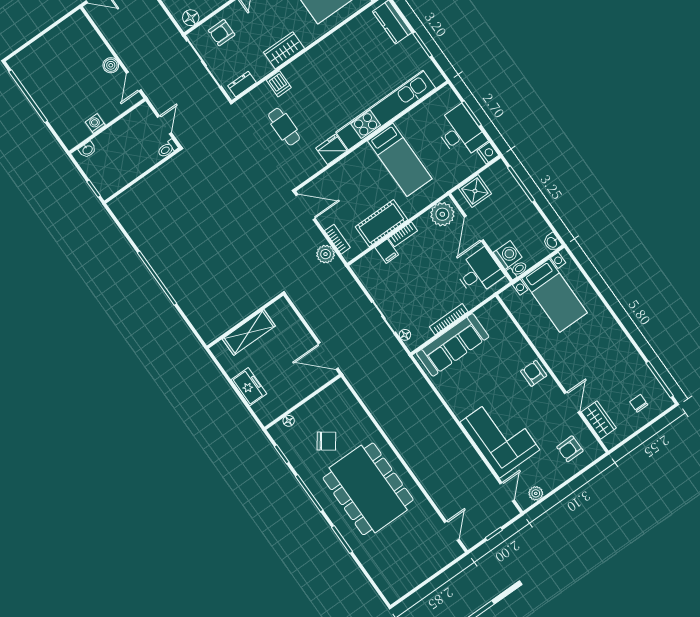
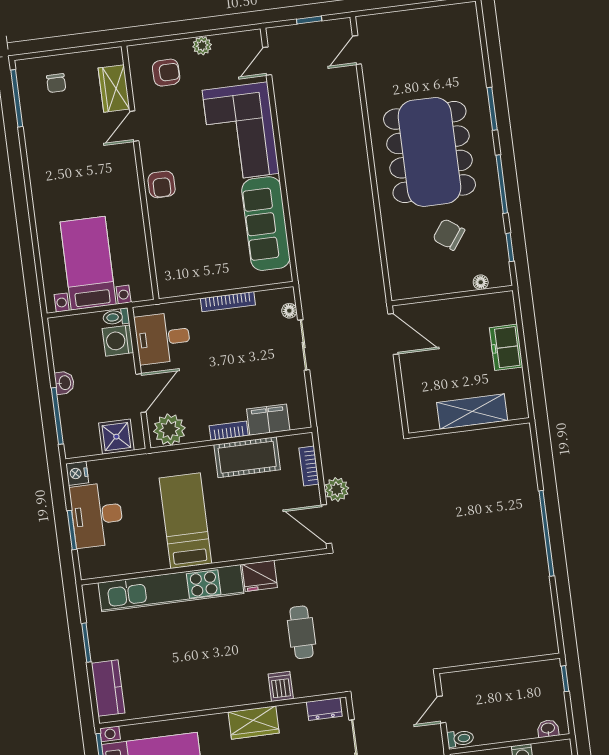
toilet: (167, 149) -> (460, 738), moved
washbasin: (552, 242) -> (64, 383), moved
filing cabinet: (387, 251) -> (268, 420), width x2.00
plant: (326, 254) -> (337, 489), moved
sofa: (453, 345) -> (266, 224), moved, turned -90
plant: (536, 493) -> (202, 46), moved

